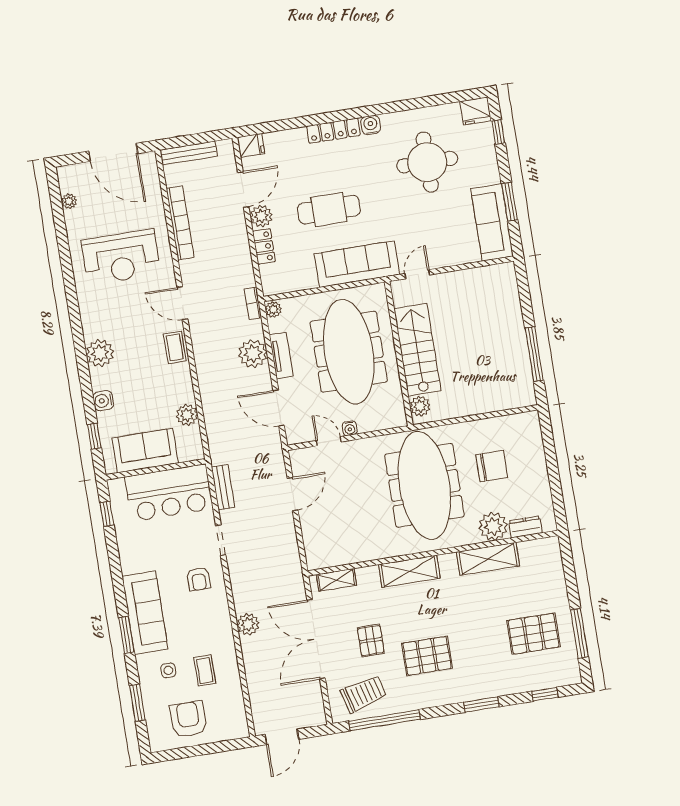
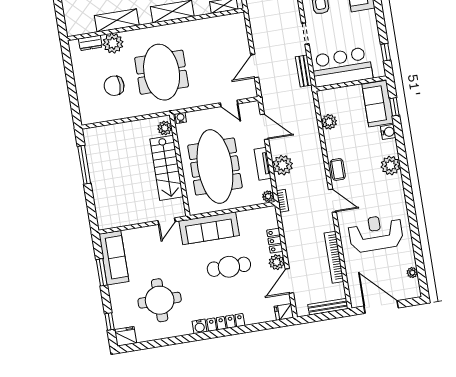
water cooler: (350, 428) -> (181, 118), moved
sofa: (145, 451) -> (378, 104), moved, turned 90
meeting table: (424, 485) -> (162, 72), width x0.73

